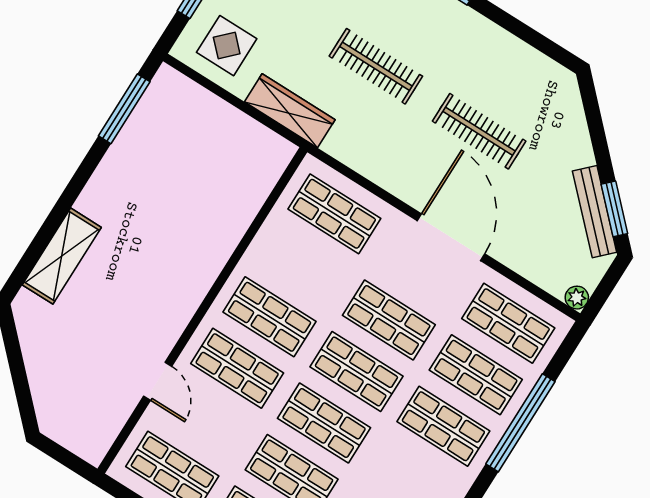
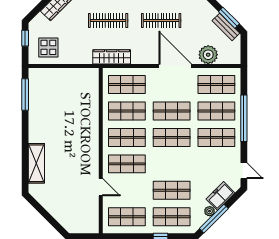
wardrobe: (290, 111) -> (112, 57), moved
bench: (595, 212) -> (226, 27), width x0.73
plant: (577, 298) -> (208, 55), moved, width x1.88, depth x1.88
shop shelf: (324, 423) -> (127, 111), moved

